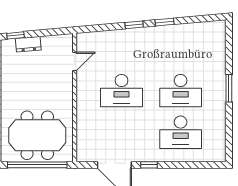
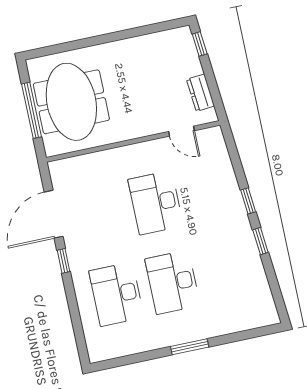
dresser: (28, 44) -> (200, 93), moved
window: (37, 165) -> (32, 110), width x0.68

